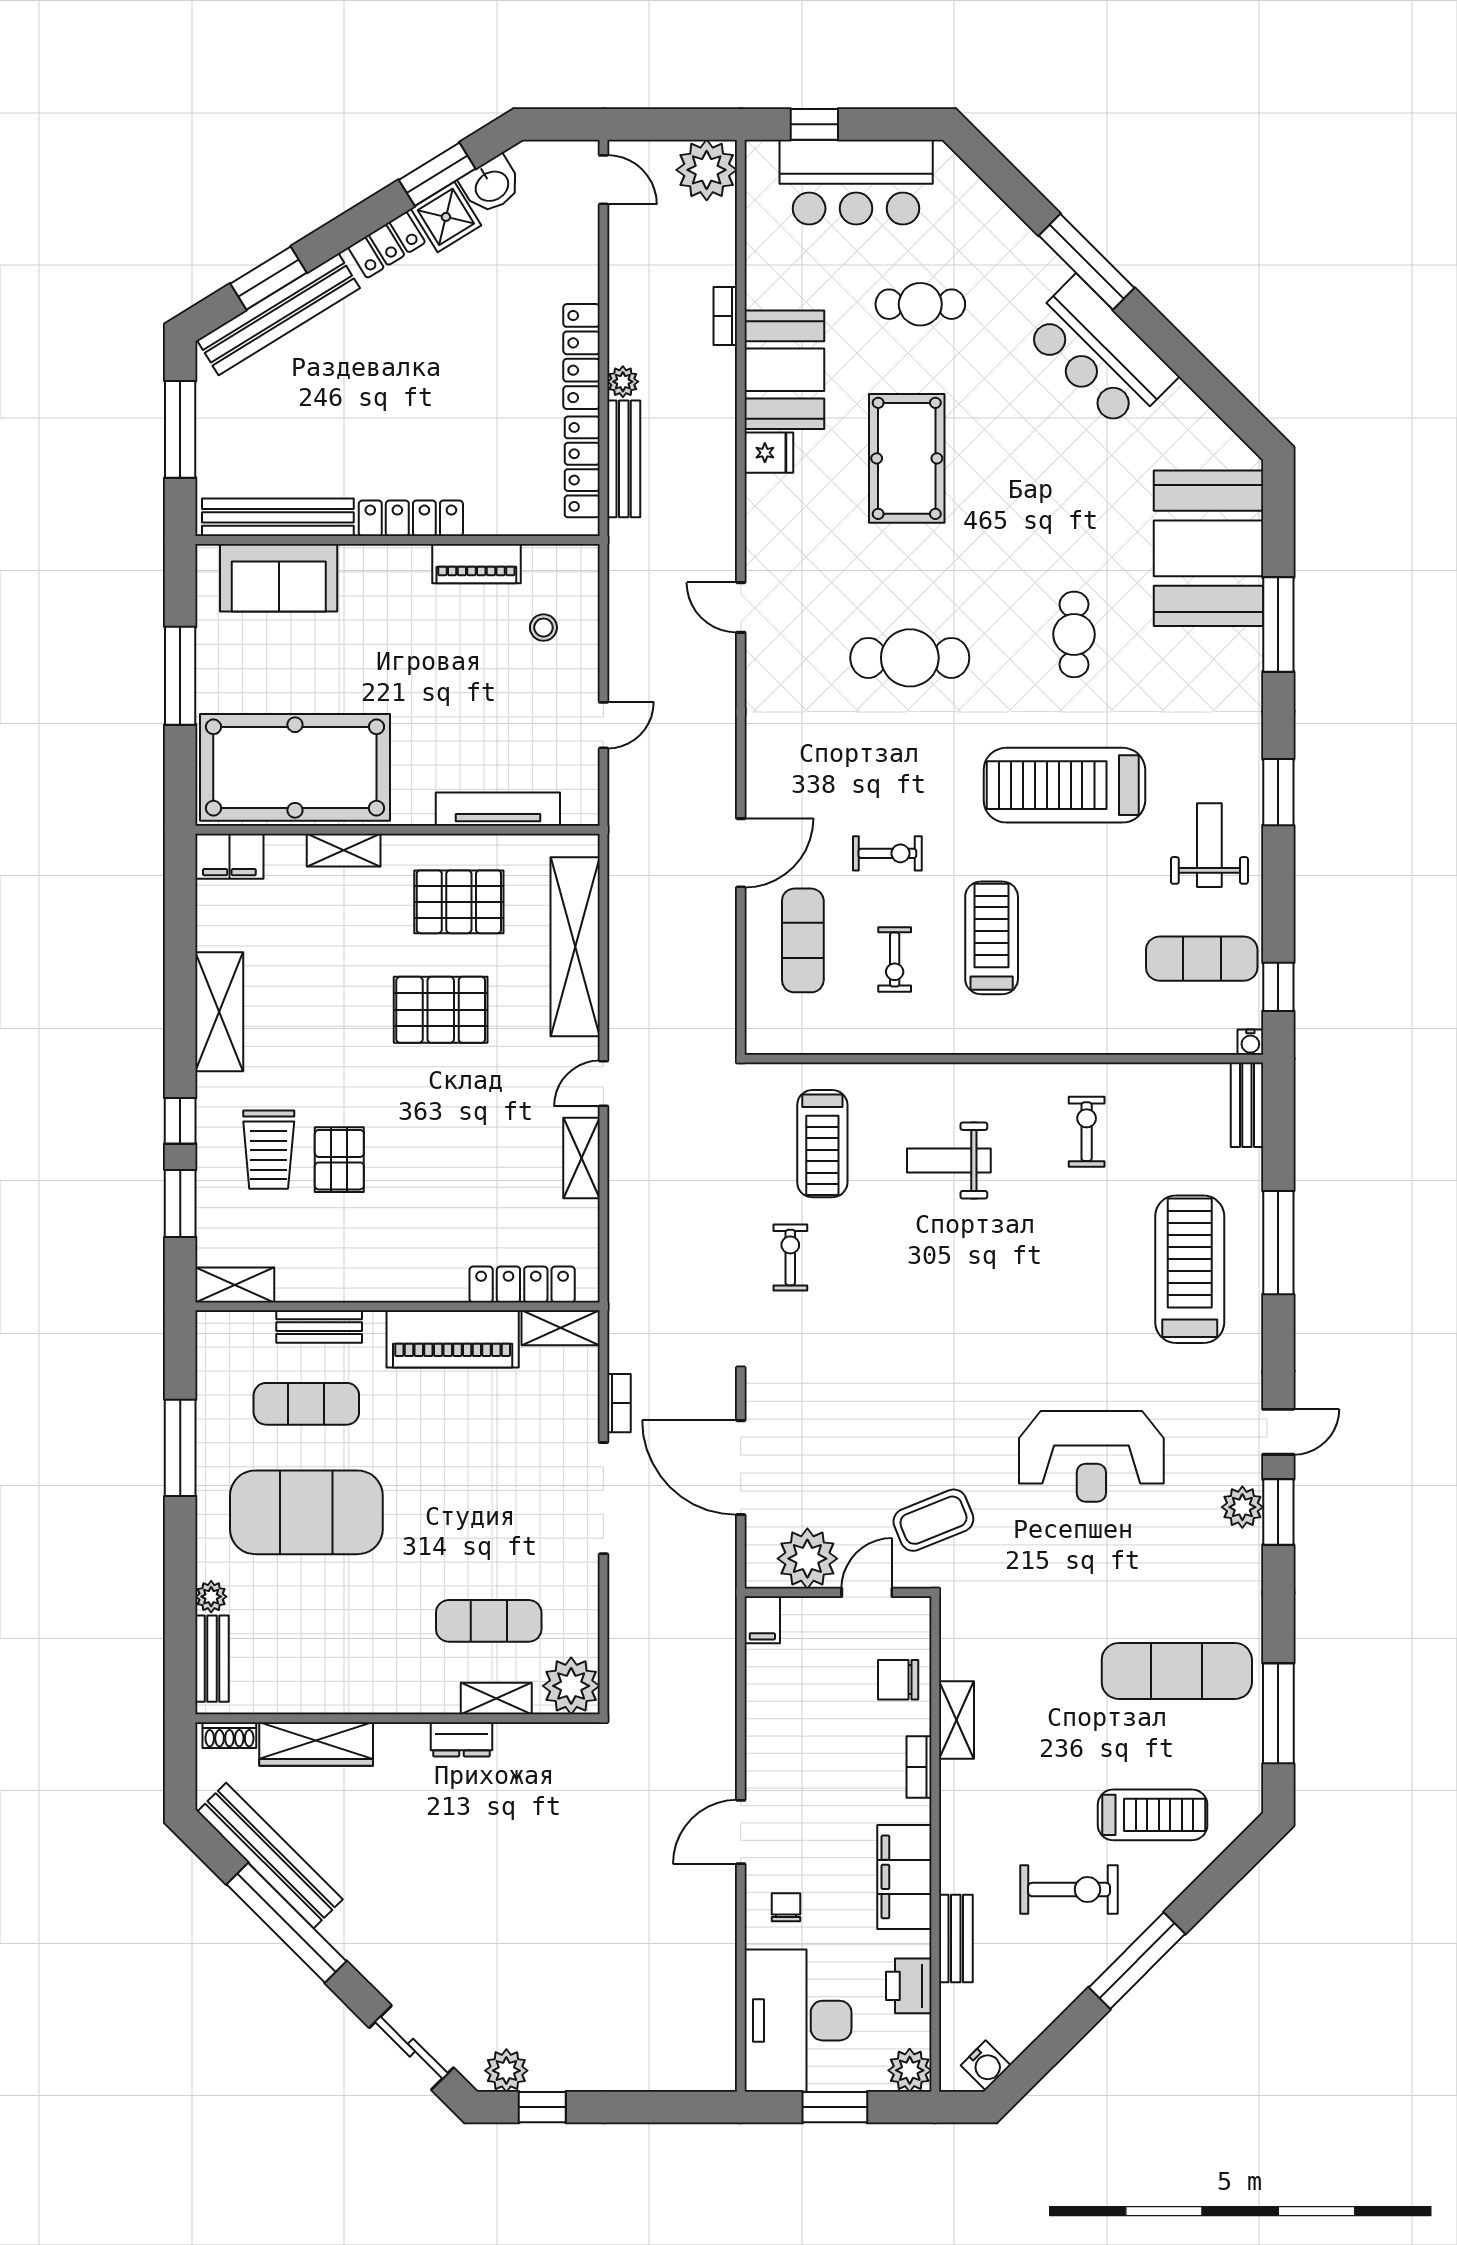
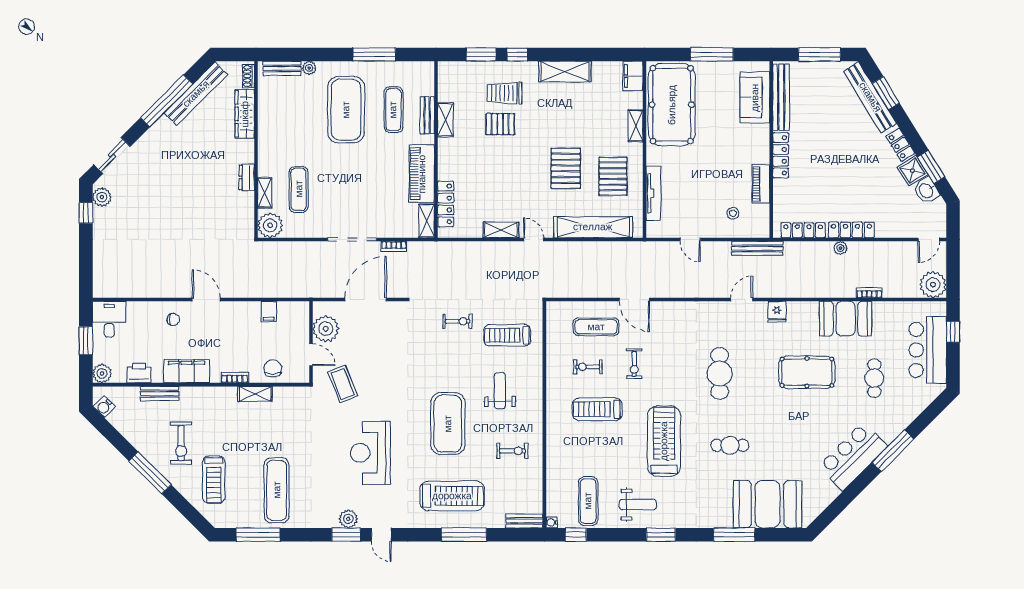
fridge: (769, 453) -> (777, 312), moved
bench: (624, 459) -> (757, 248), moved
treadmill: (992, 938) -> (597, 409), turned 180
exercise mat: (1024, 1280) -> (448, 424), added
shelving: (235, 1285) -> (445, 120), moved
filing cabinet: (762, 1620) -> (269, 312), moved, turned -90
desk: (798, 2021) -> (109, 319), width x0.53, depth x0.77

